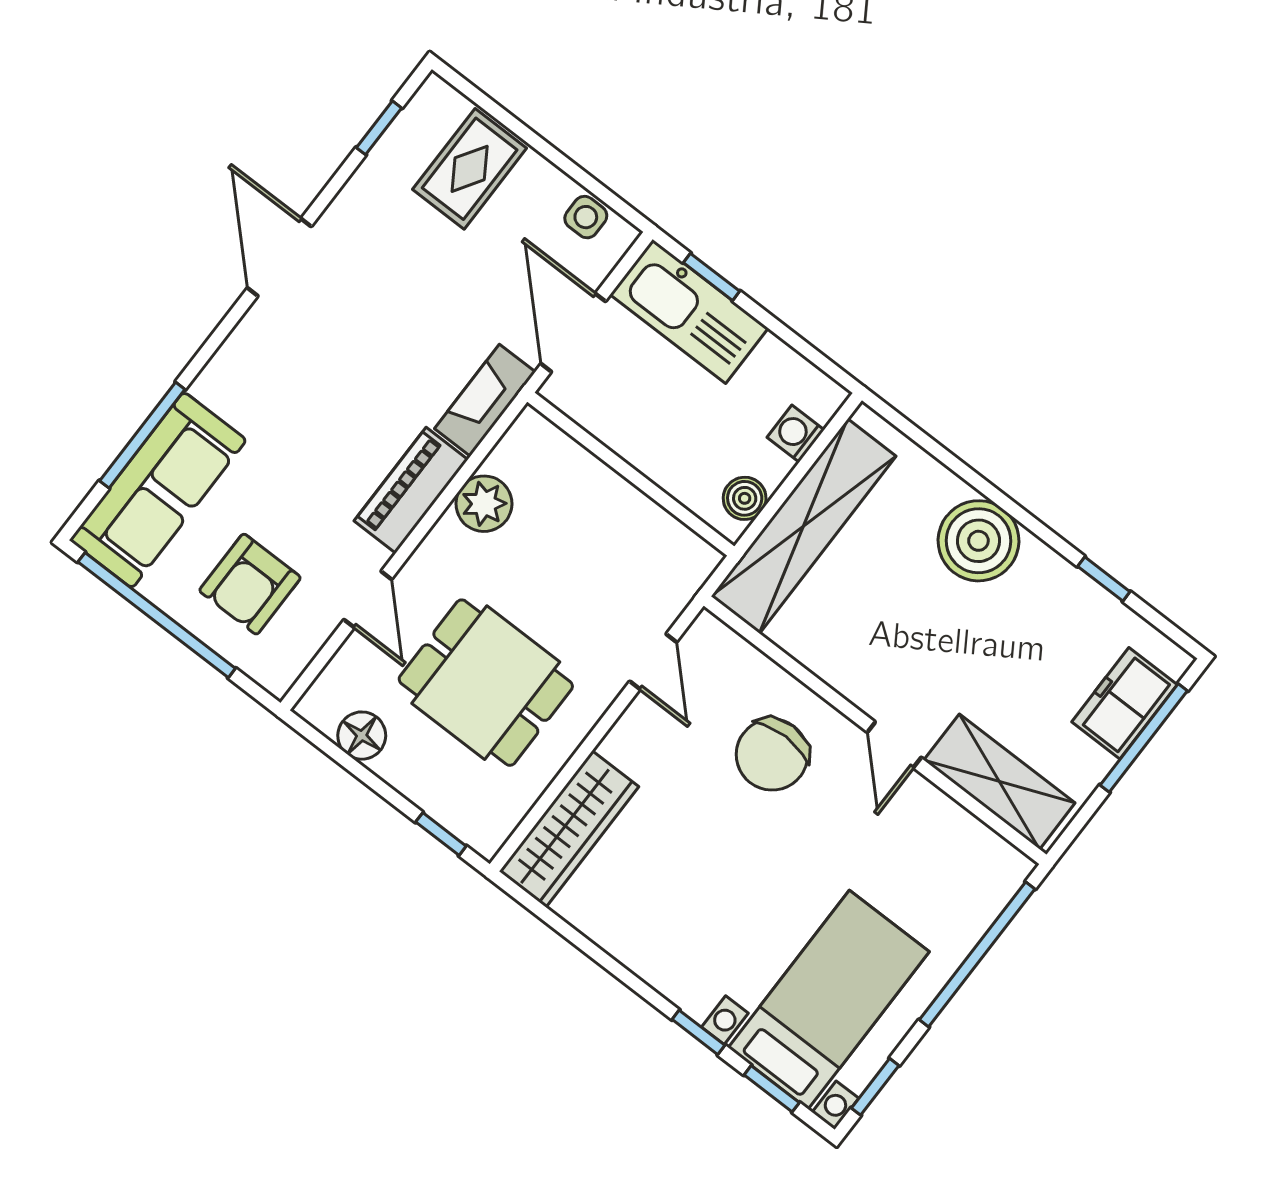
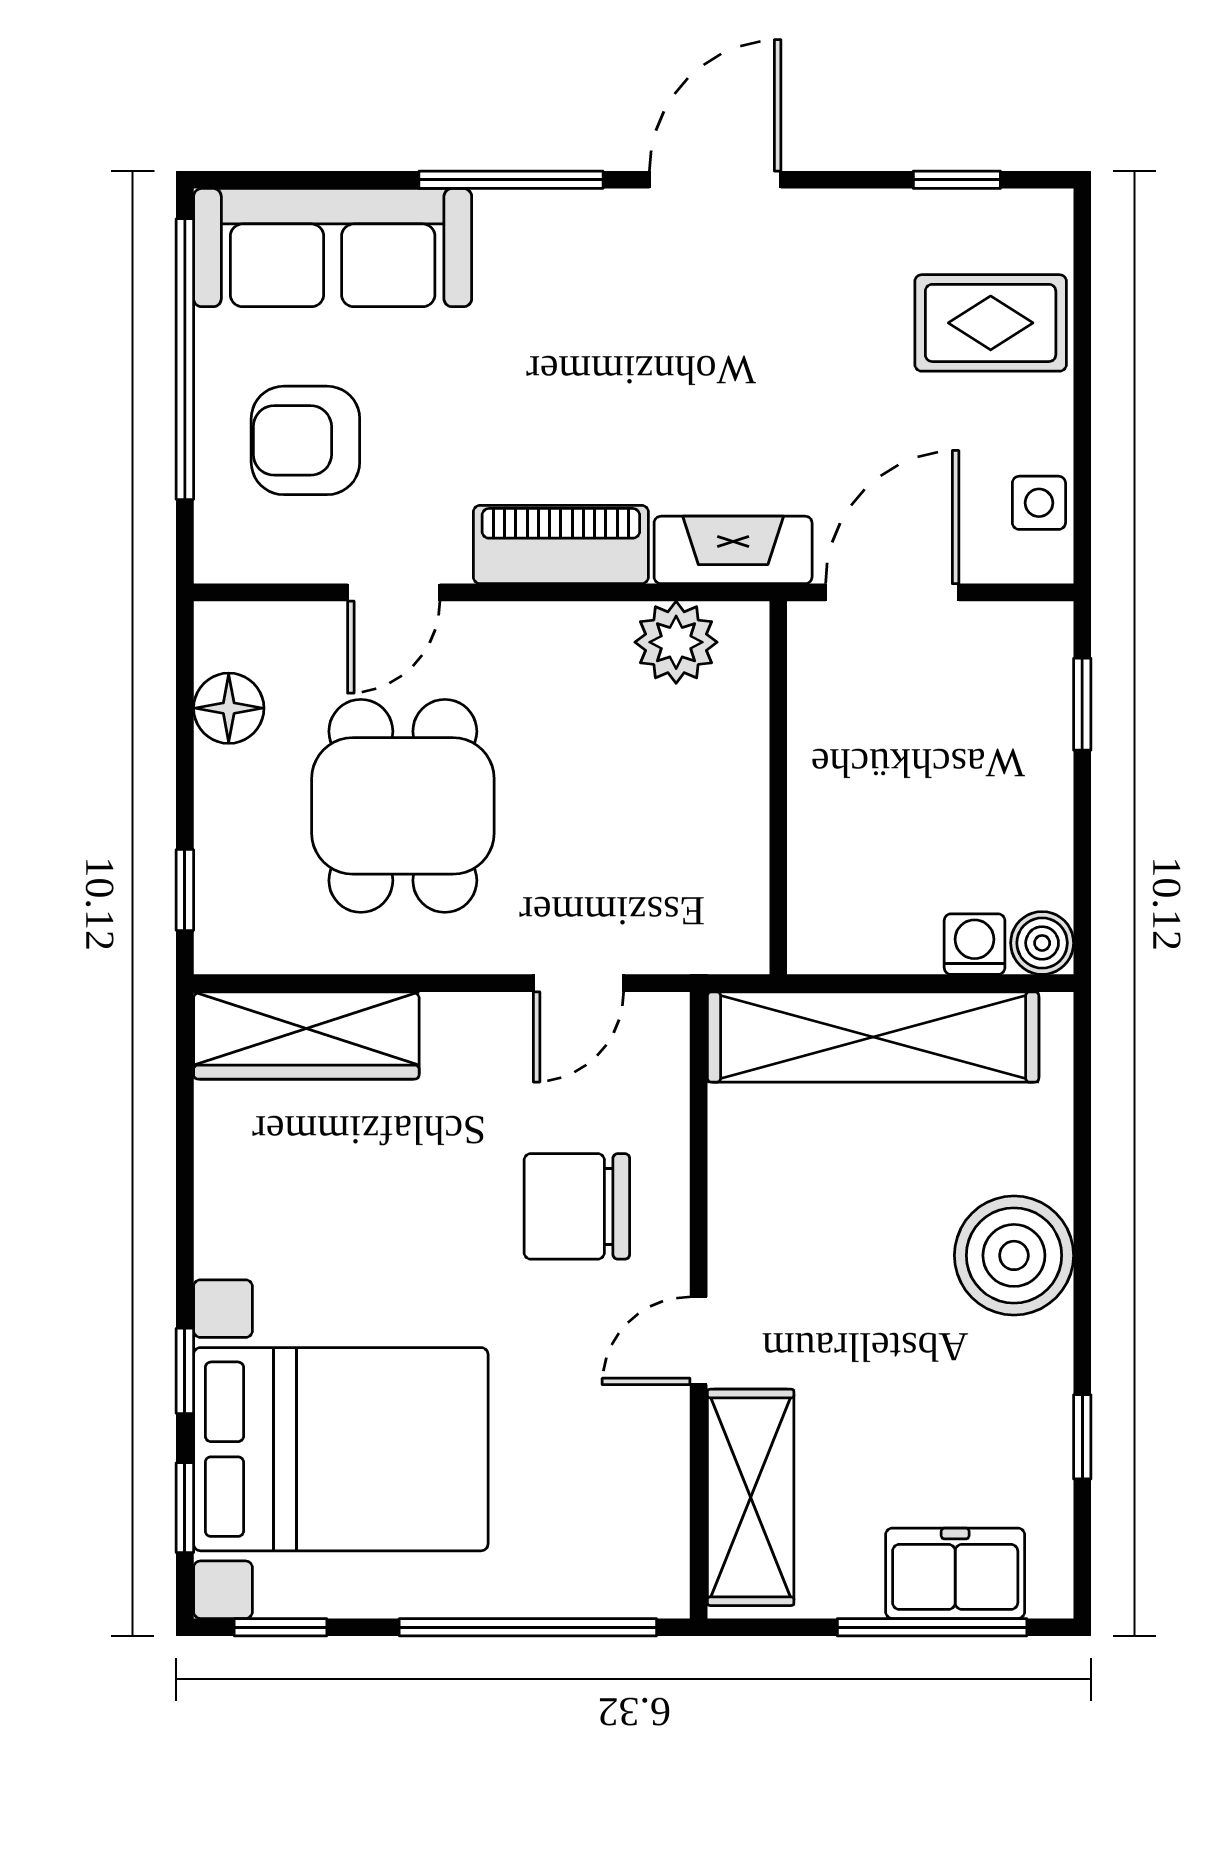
kitchen sink: (689, 311) -> (1022, 709), removed
window: (142, 435) -> (511, 180), moved
boiler: (745, 498) -> (1042, 943), moved
plant: (484, 504) -> (676, 642), moved
bed with nightstands: (829, 1000) -> (341, 1449), width x1.36

